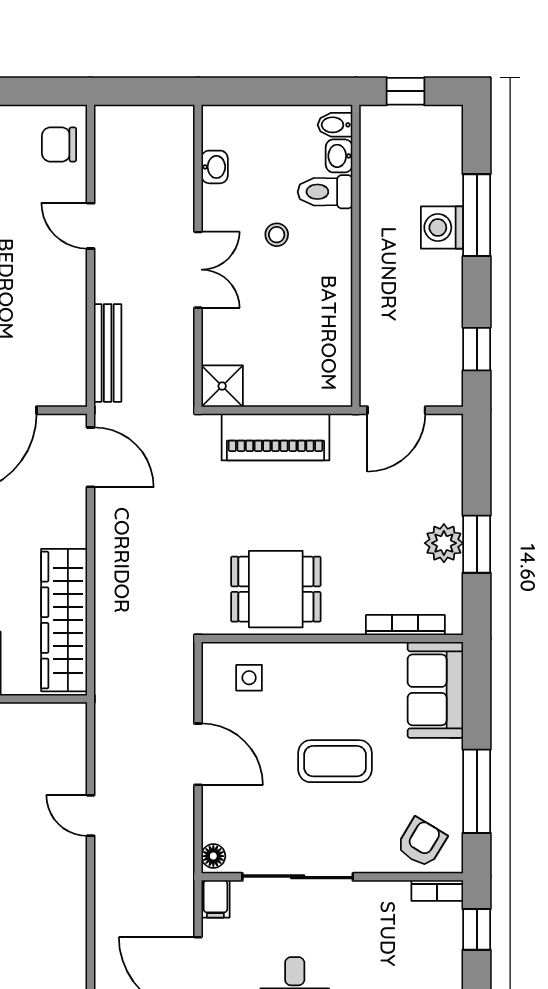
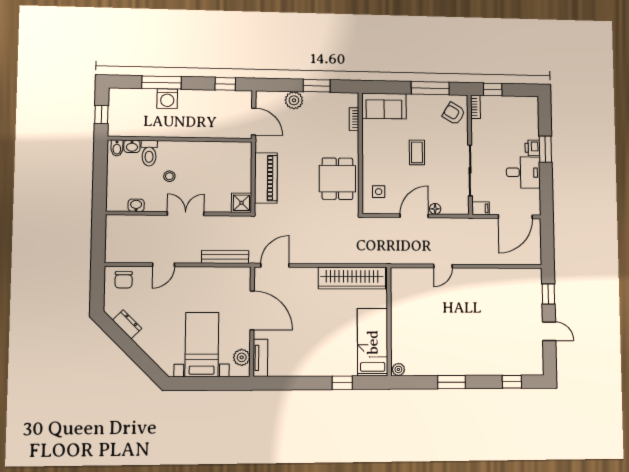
plant: (444, 543) -> (294, 100), moved
bookcase: (405, 625) -> (354, 119), width x0.64
coffee table: (335, 761) -> (417, 152), width x0.73, depth x0.77
floor lamp: (213, 856) -> (435, 209), moved

